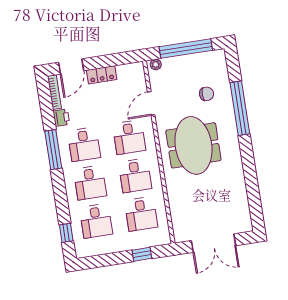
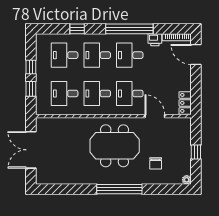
window: (186, 49) -> (196, 152), width x0.32
plant: (156, 64) -> (187, 180), moved
locker: (102, 75) -> (185, 103), moved
window: (240, 108) -> (119, 189), moved
window: (53, 150) -> (129, 29), width x1.46
window: (66, 233) -> (77, 29), moved
window: (116, 258) -> (31, 67), added

